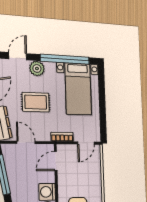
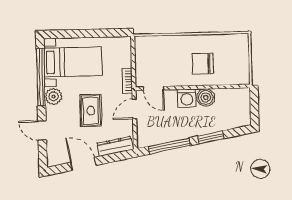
plant: (37, 68) -> (54, 96), moved
door: (26, 142) -> (134, 109), moved
door: (86, 143) -> (133, 53), removed

